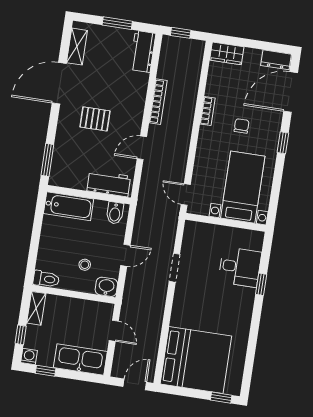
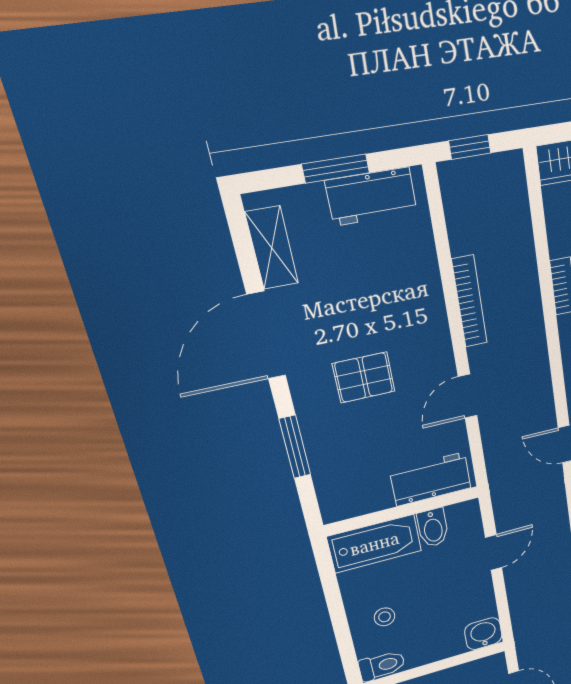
workbench: (143, 51) -> (371, 197), moved, turned -90
window: (47, 160) -> (295, 447), moved
bidet: (115, 213) -> (433, 528), moved
door: (125, 255) -> (494, 553), moved
stool: (85, 265) -> (385, 617), moved

